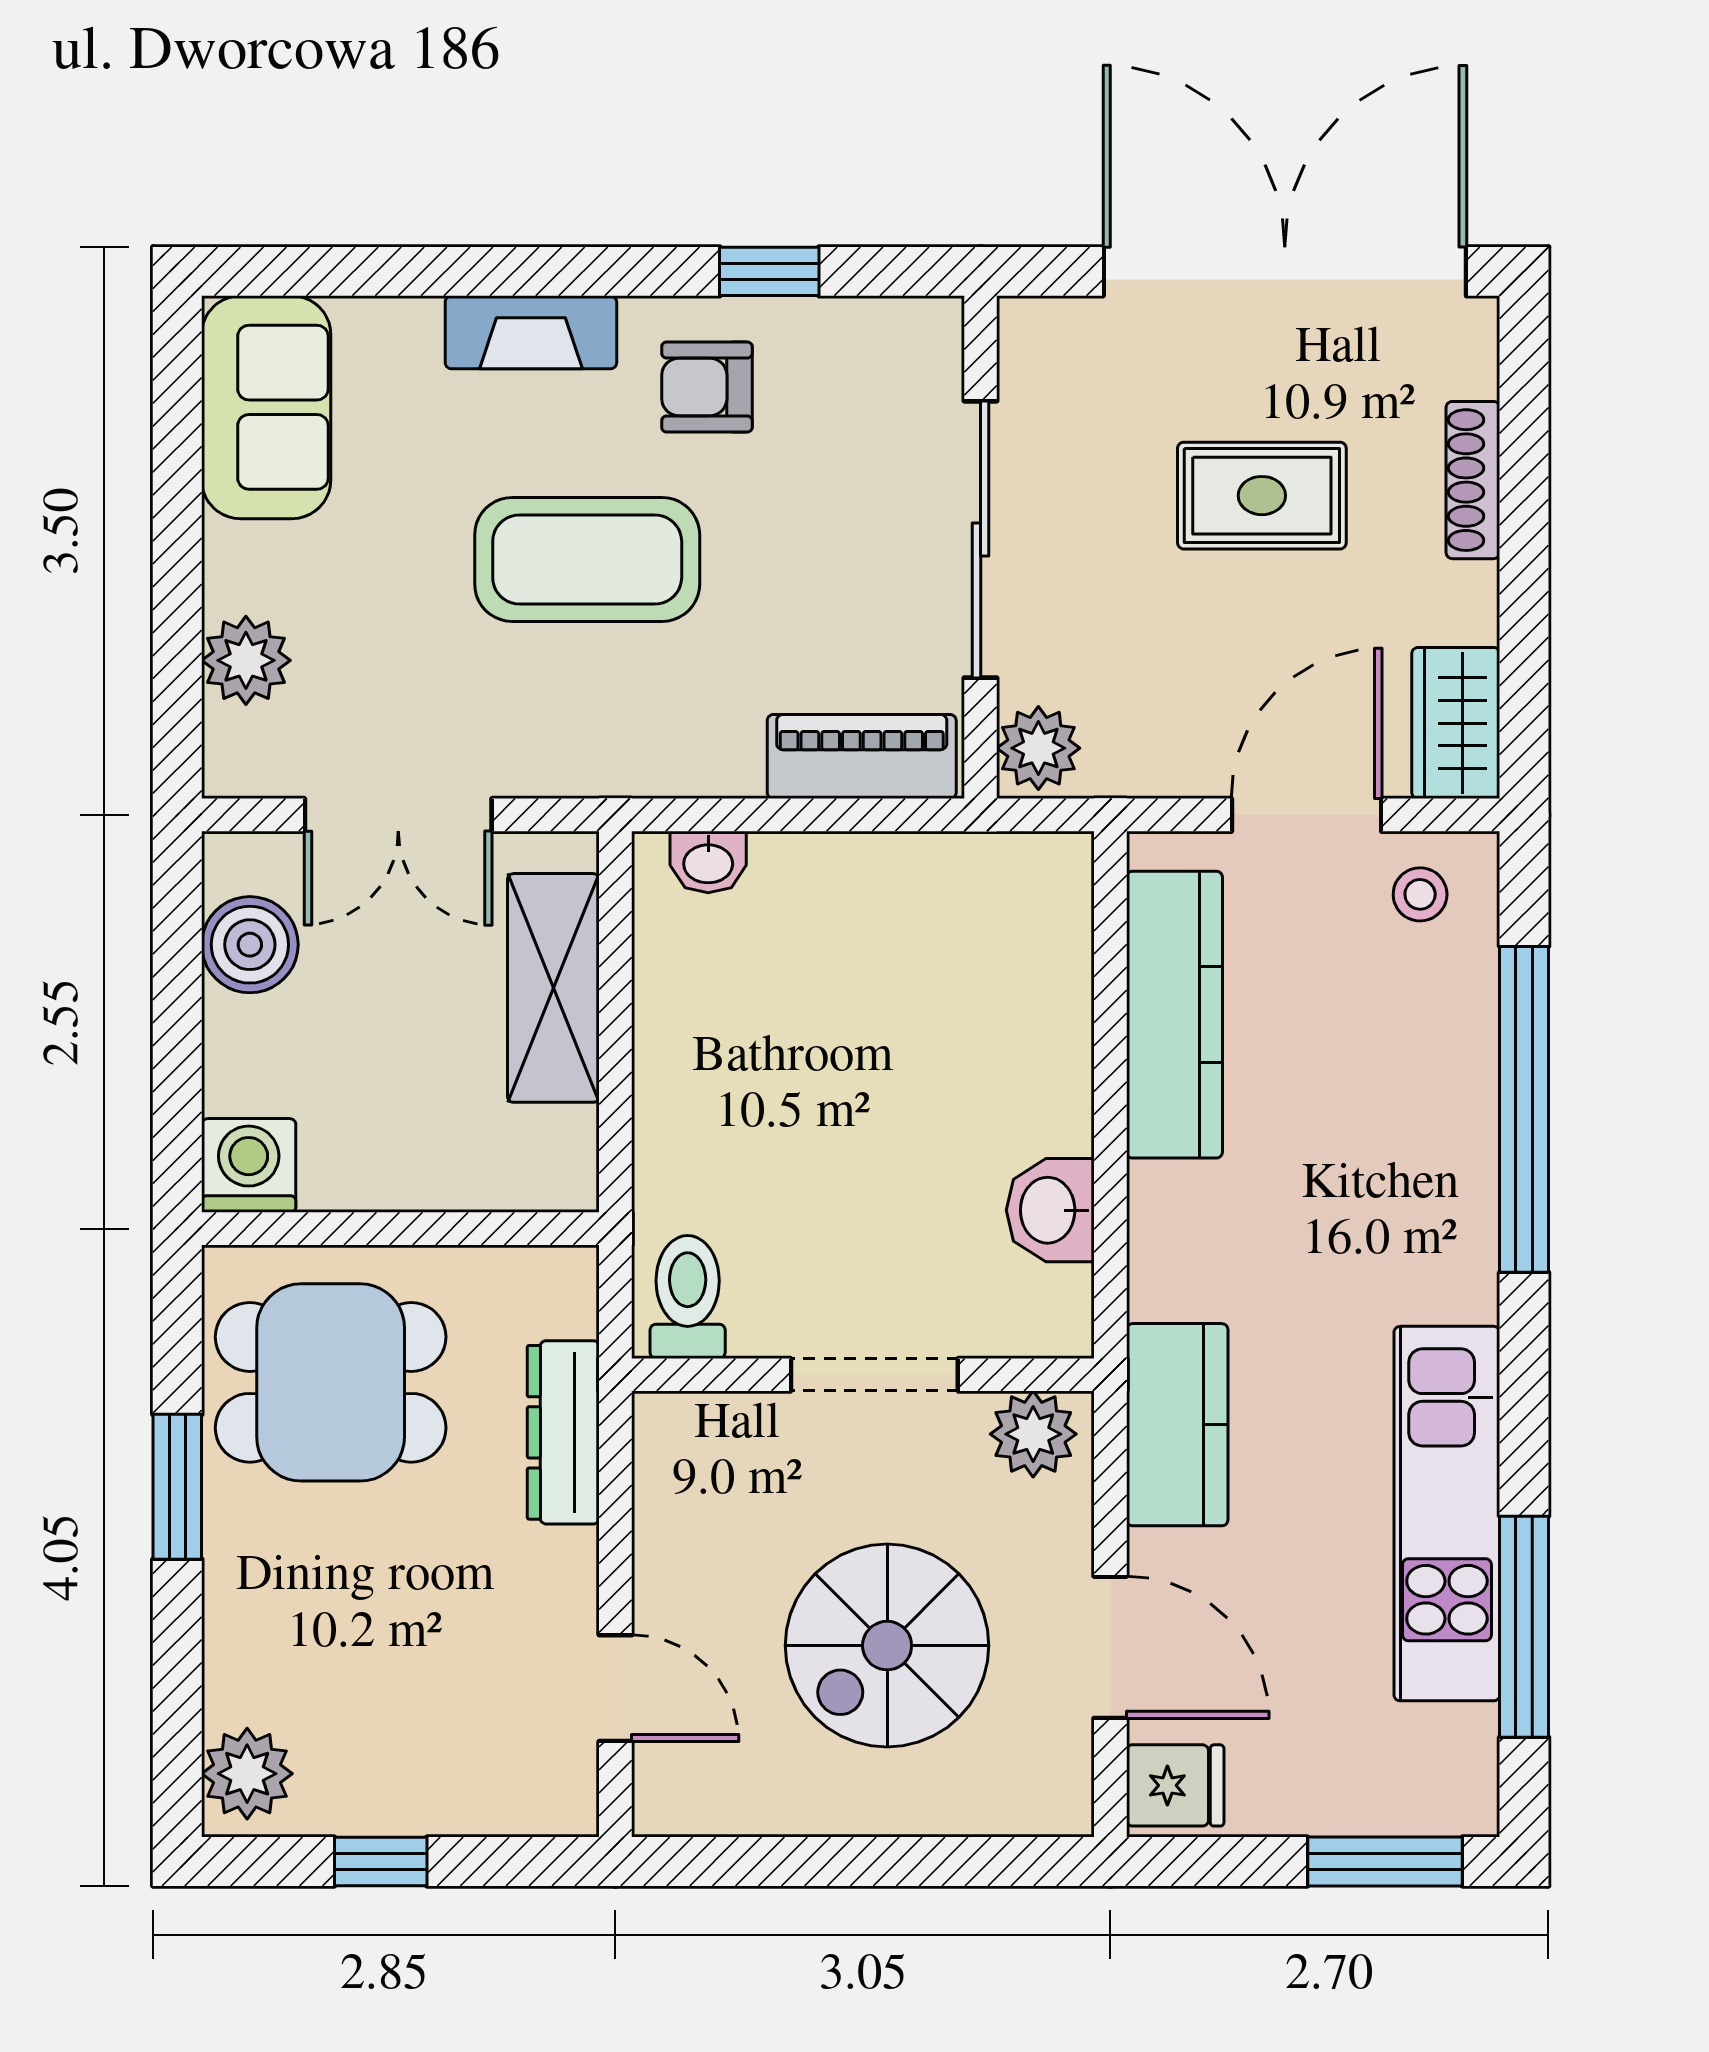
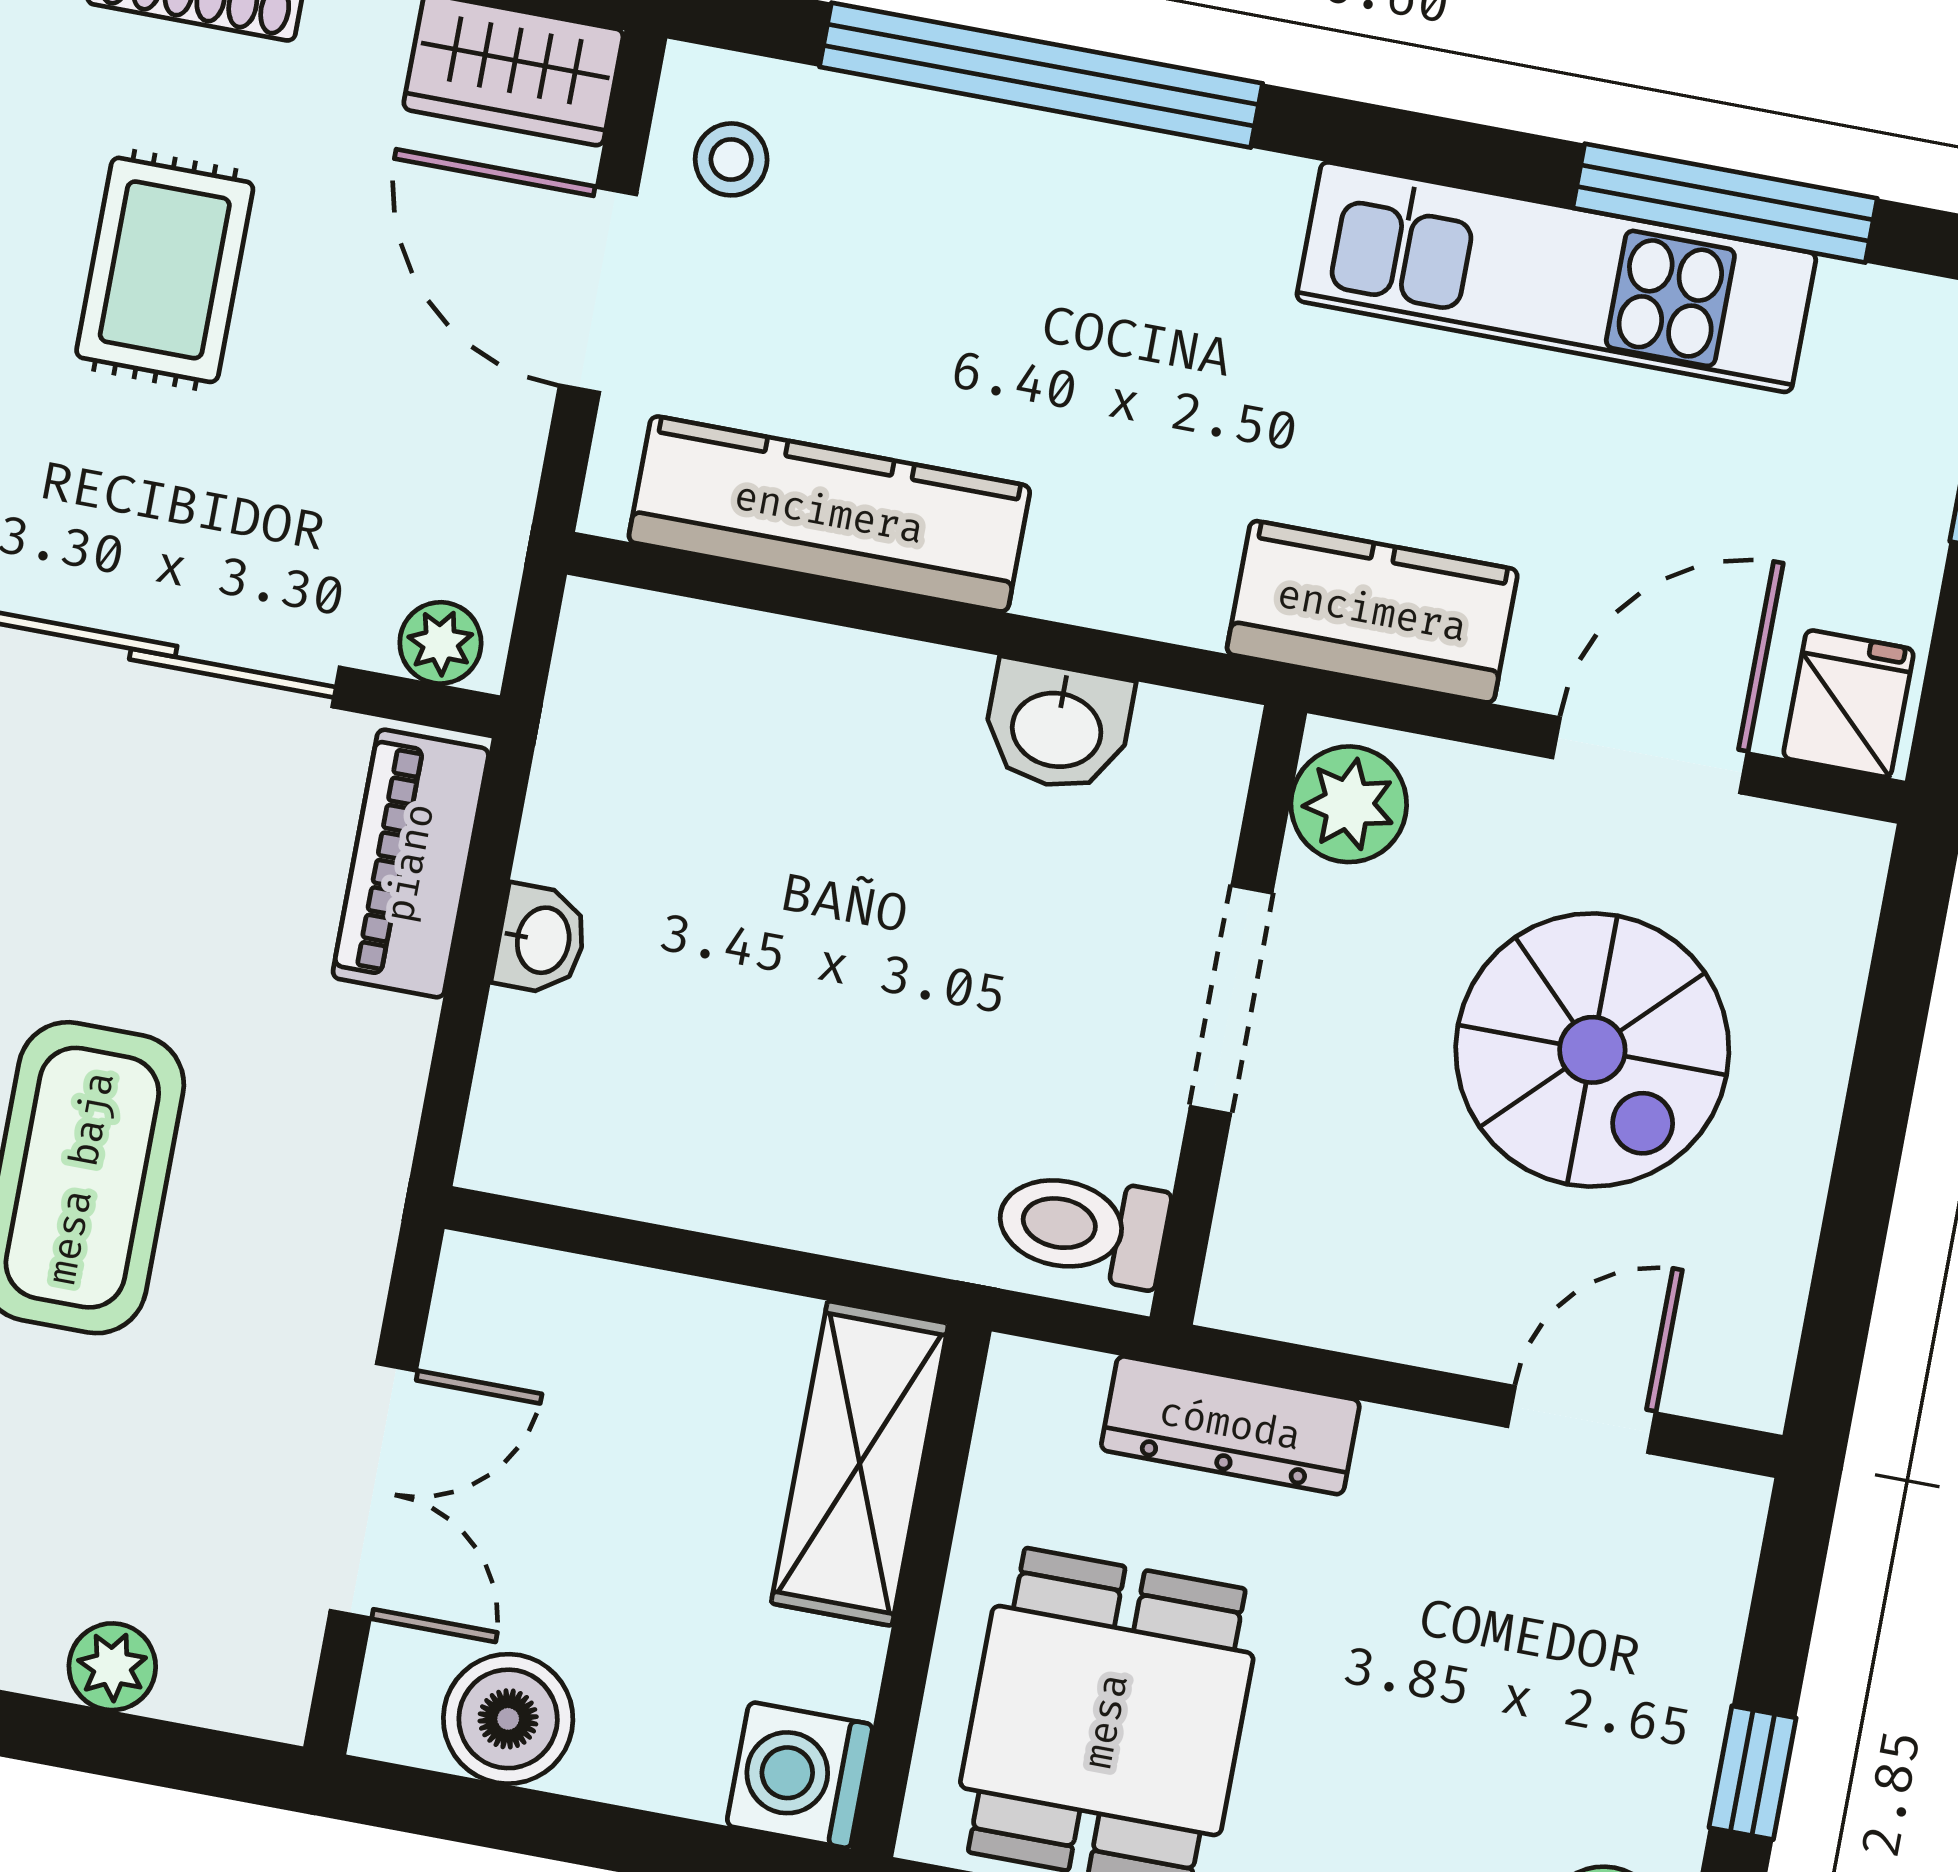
plant: (246, 660) -> (112, 1667), width x0.73, depth x0.73
plant: (1038, 748) -> (440, 643), width x0.73, depth x0.73
washbasin: (708, 862) -> (541, 940), moved
shelving: (553, 988) -> (860, 1463), moved, turned 90

